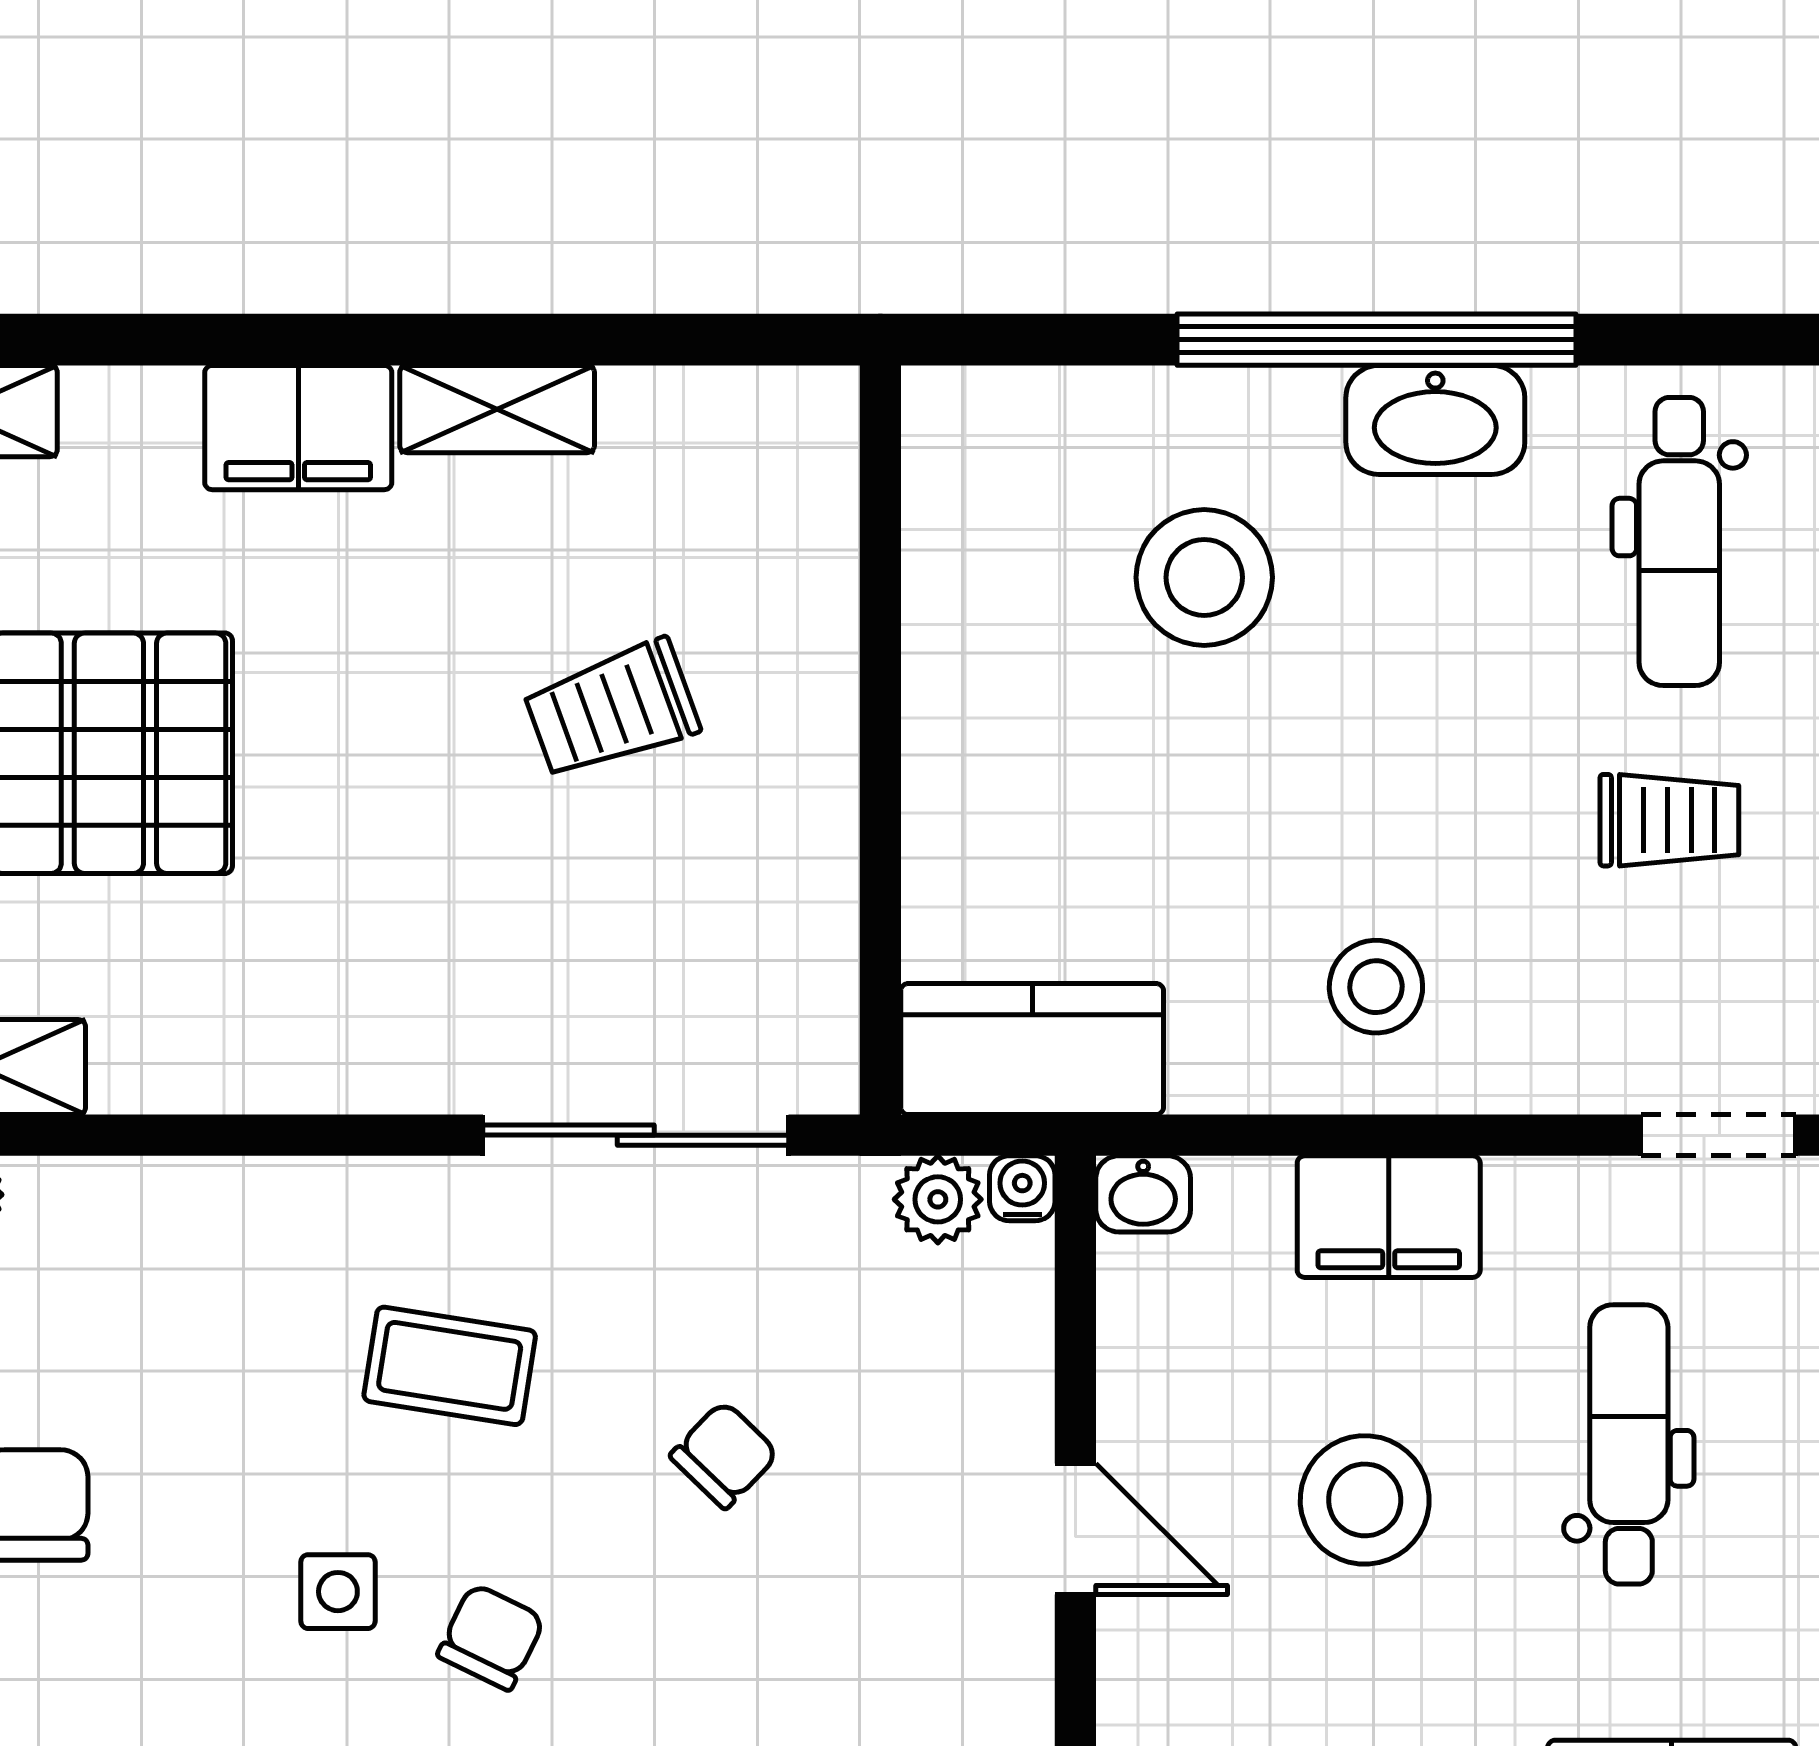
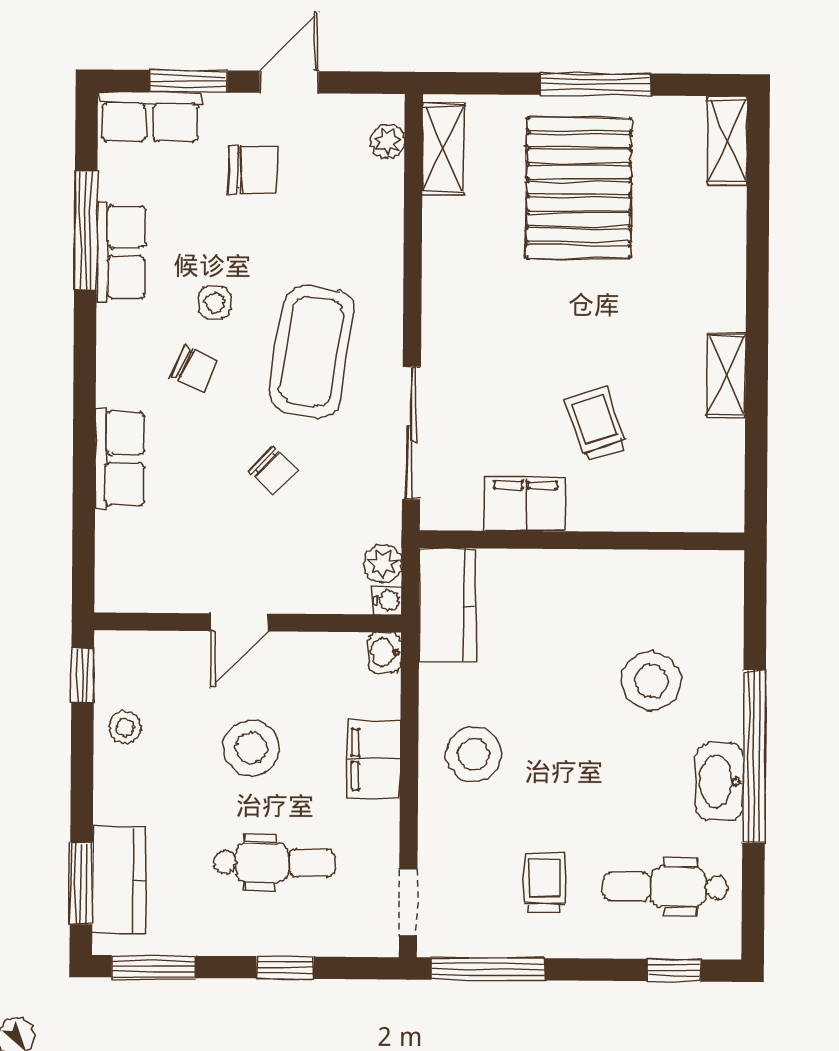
filing cabinet: (298, 428) -> (525, 504), moved, turned 90
trolley: (1669, 820) -> (545, 882), turned 180
stool: (1376, 987) -> (474, 754), width x1.38, depth x1.38
coffee table: (450, 1366) -> (312, 352), width x1.86, depth x1.72

